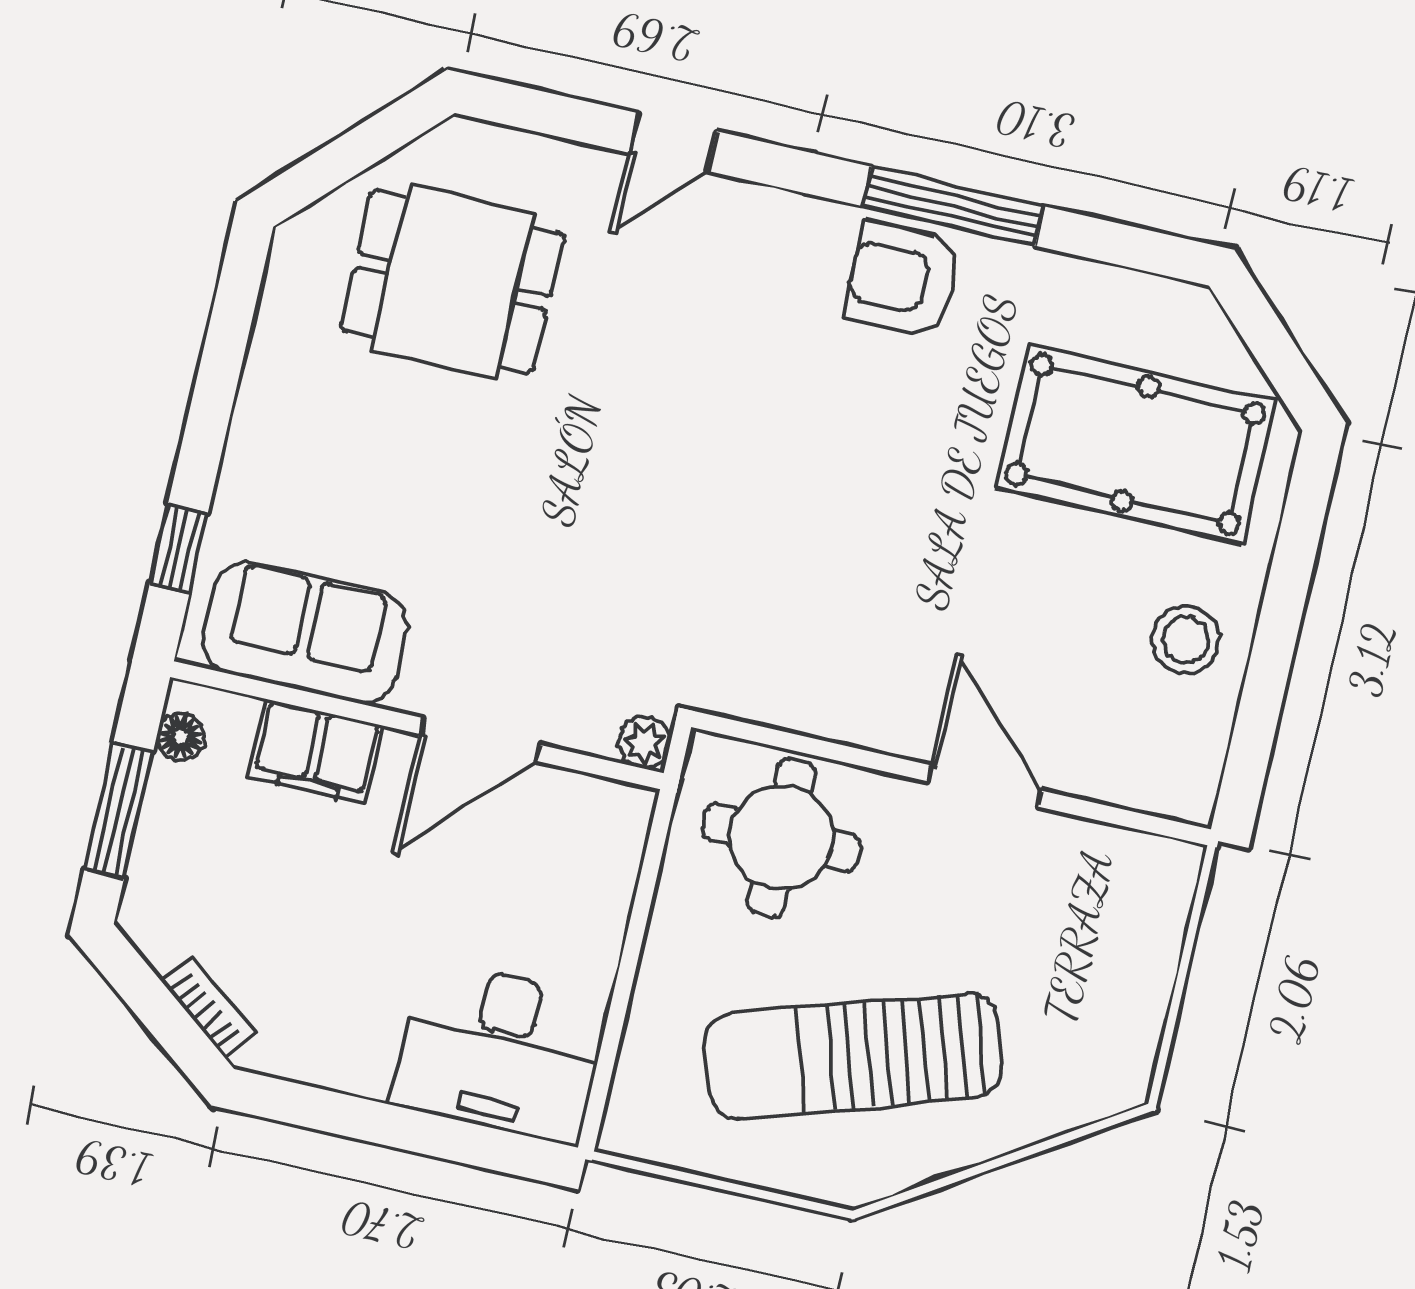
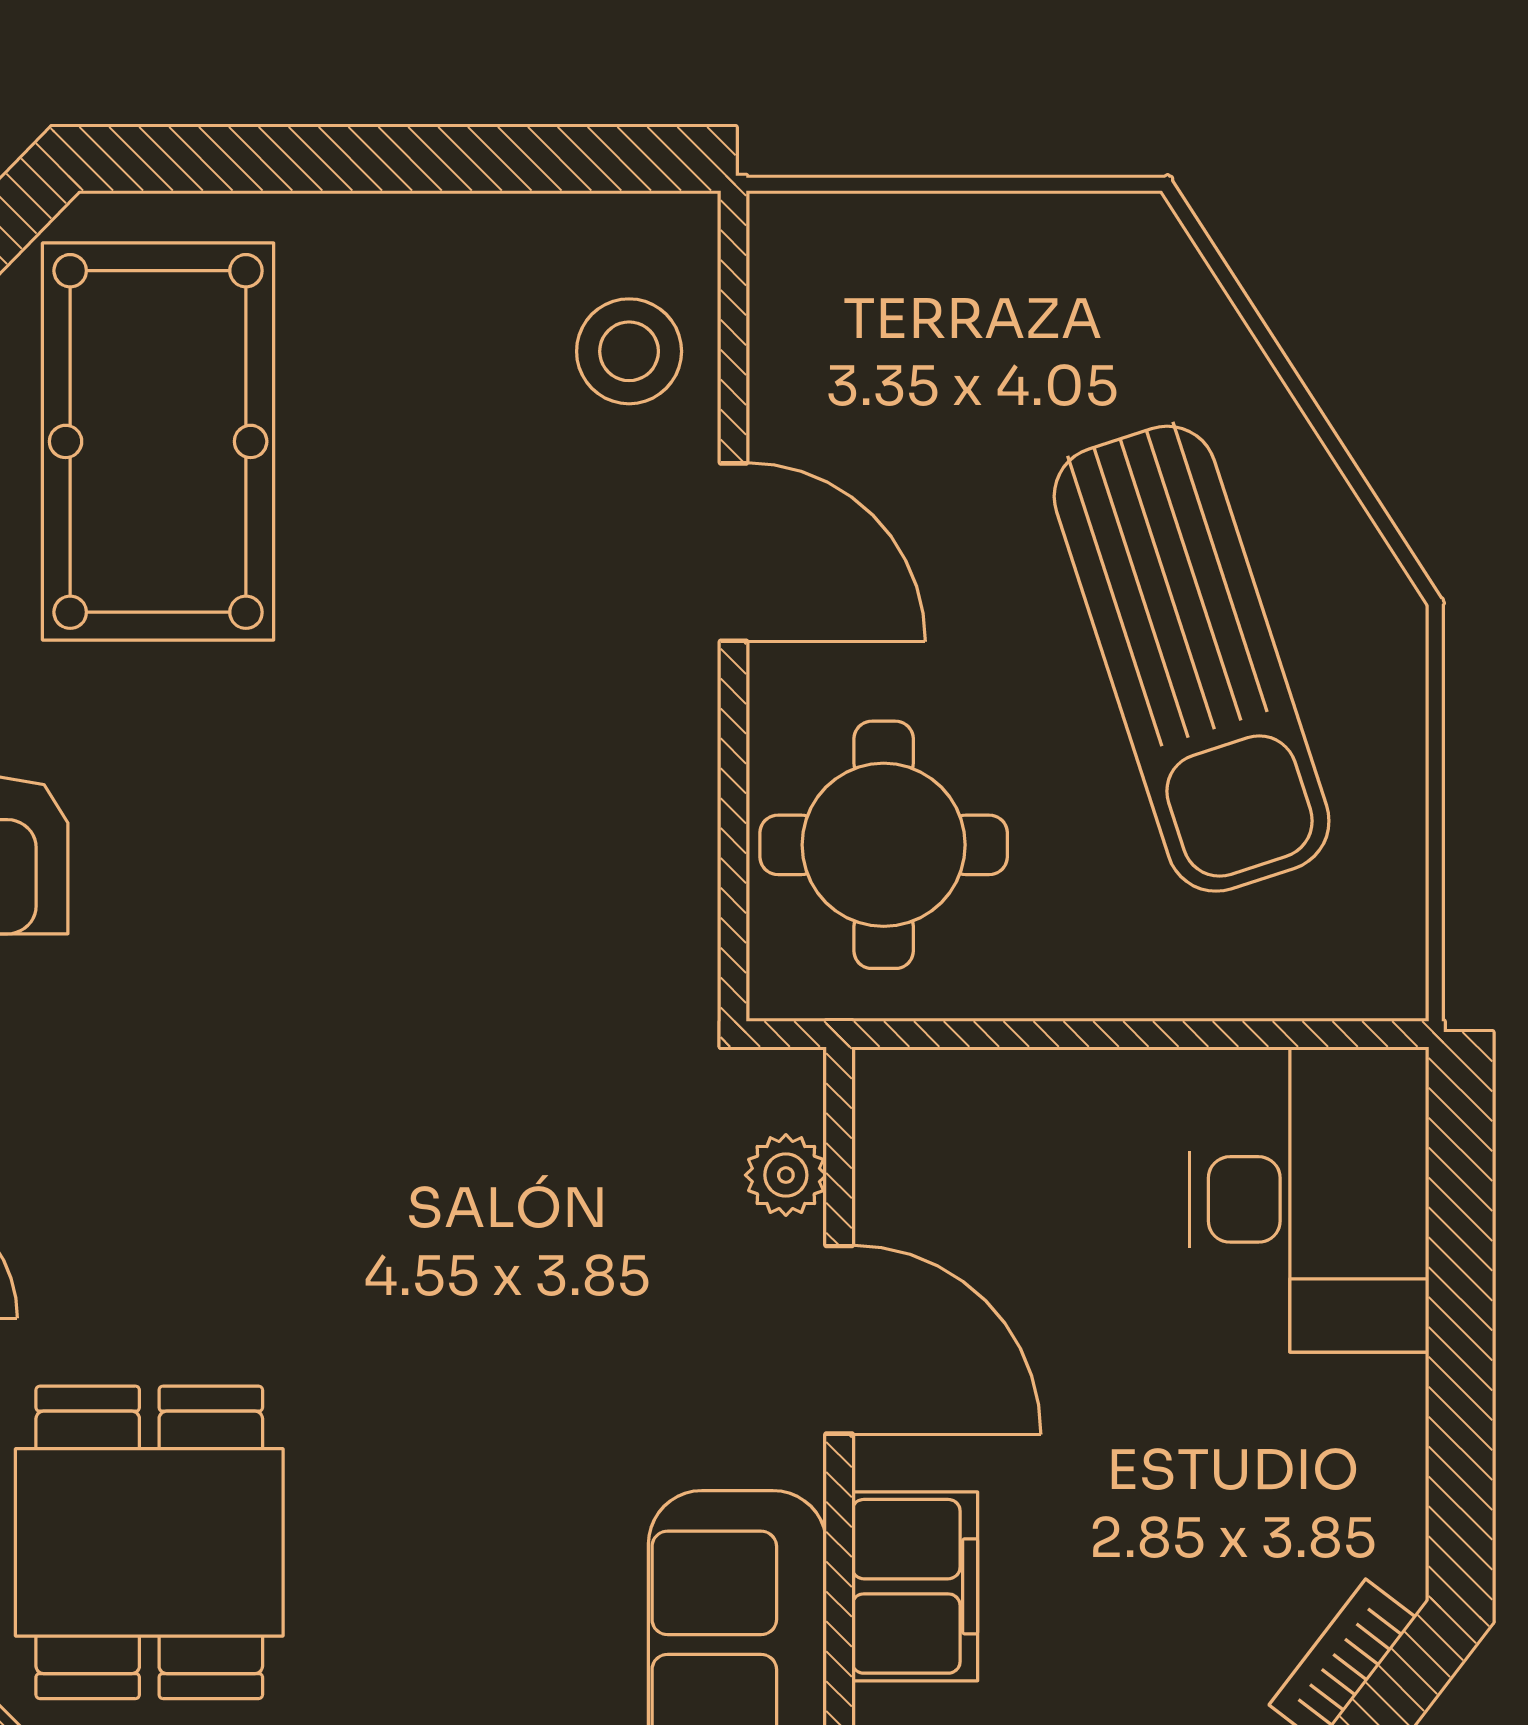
stool: (1186, 640) -> (629, 351), moved
plant: (644, 742) -> (786, 1175), moved
door: (985, 786) -> (733, 552), swing flipped

